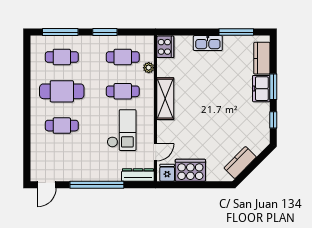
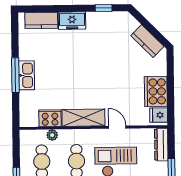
window: (236, 32) -> (15, 75), moved
cooker: (165, 47) -> (50, 118), moved
window: (273, 87) -> (70, 8), removed
door: (156, 152) -> (117, 127), moved

